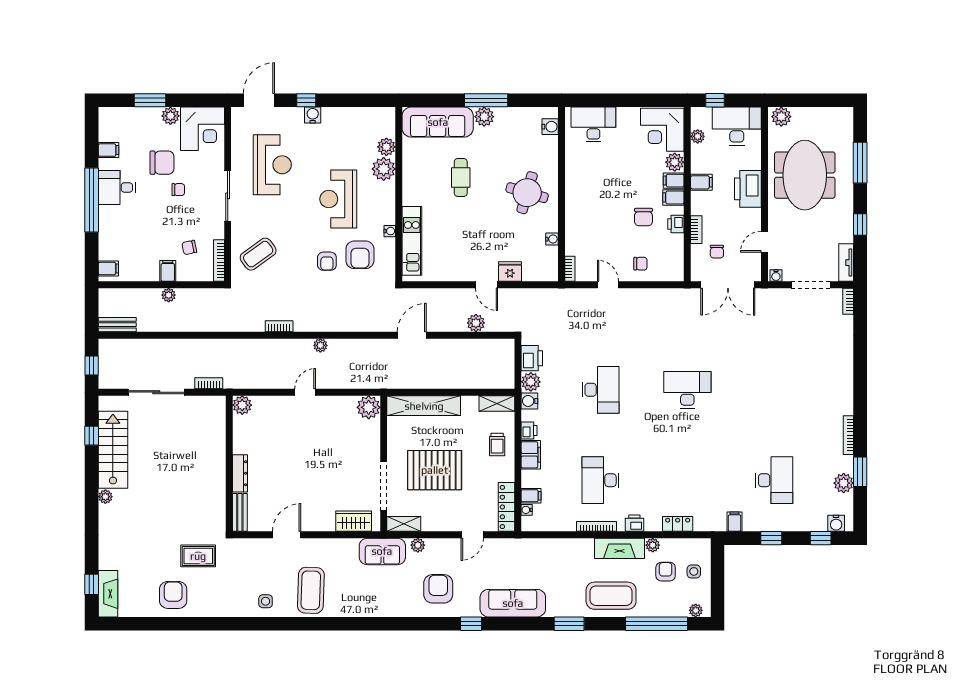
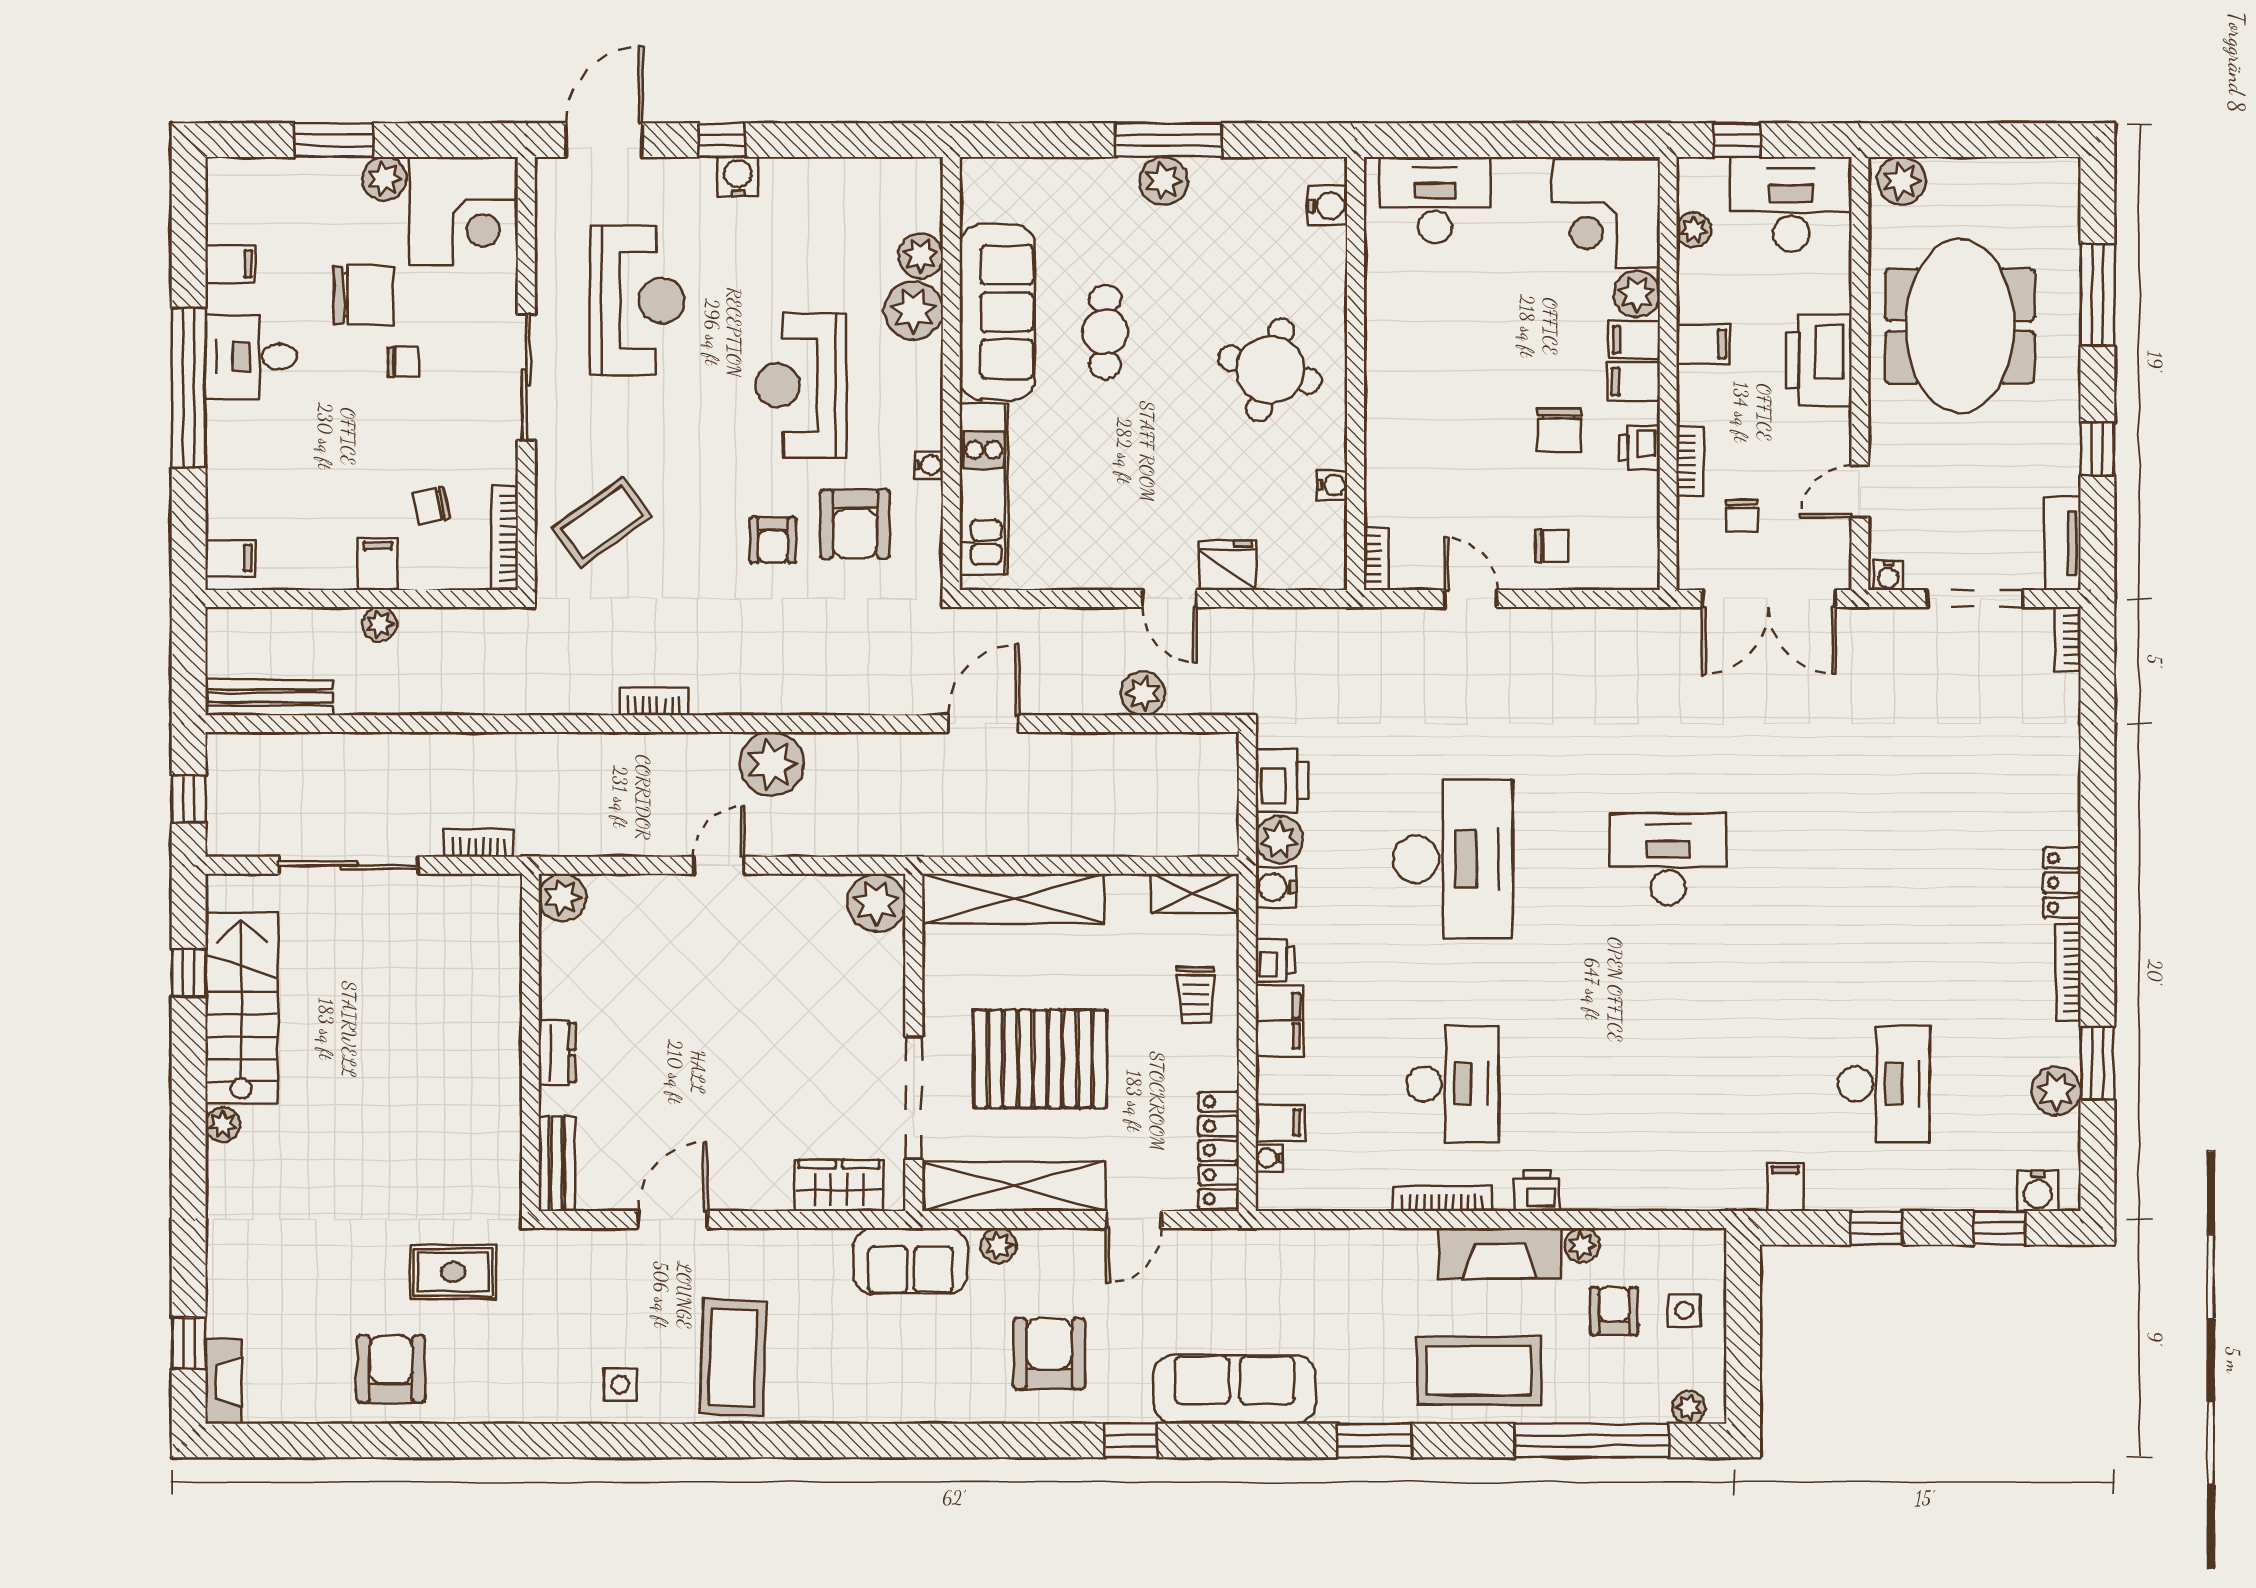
sofa: (438, 122) -> (997, 312), moved, turned -90
bench: (117, 325) -> (269, 697), width x1.36
plant: (320, 345) -> (772, 764), width x1.87, depth x1.87
desk: (601, 390) -> (1453, 859), width x1.36, depth x1.30
dresser: (240, 473) -> (557, 1052), width x0.70
desk: (601, 480) -> (1453, 1084), turned 180
shelving: (404, 524) -> (1014, 1186), width x2.20, depth x1.33
locker: (678, 524) -> (2062, 883), moved, turned -90
fireplace: (108, 594) -> (223, 1381), width x0.73, depth x0.76

